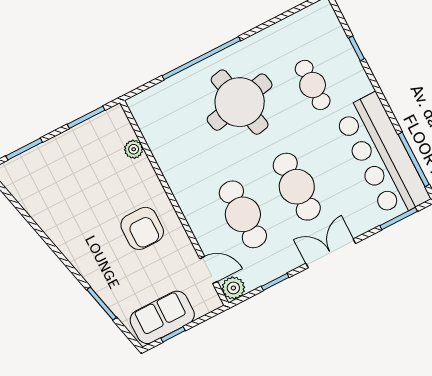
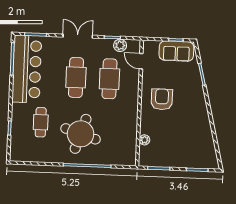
round table: (240, 102) -> (81, 134), turned 30
double door: (331, 253) -> (78, 36), swing flipped
plant: (233, 288) -> (120, 45), moved

